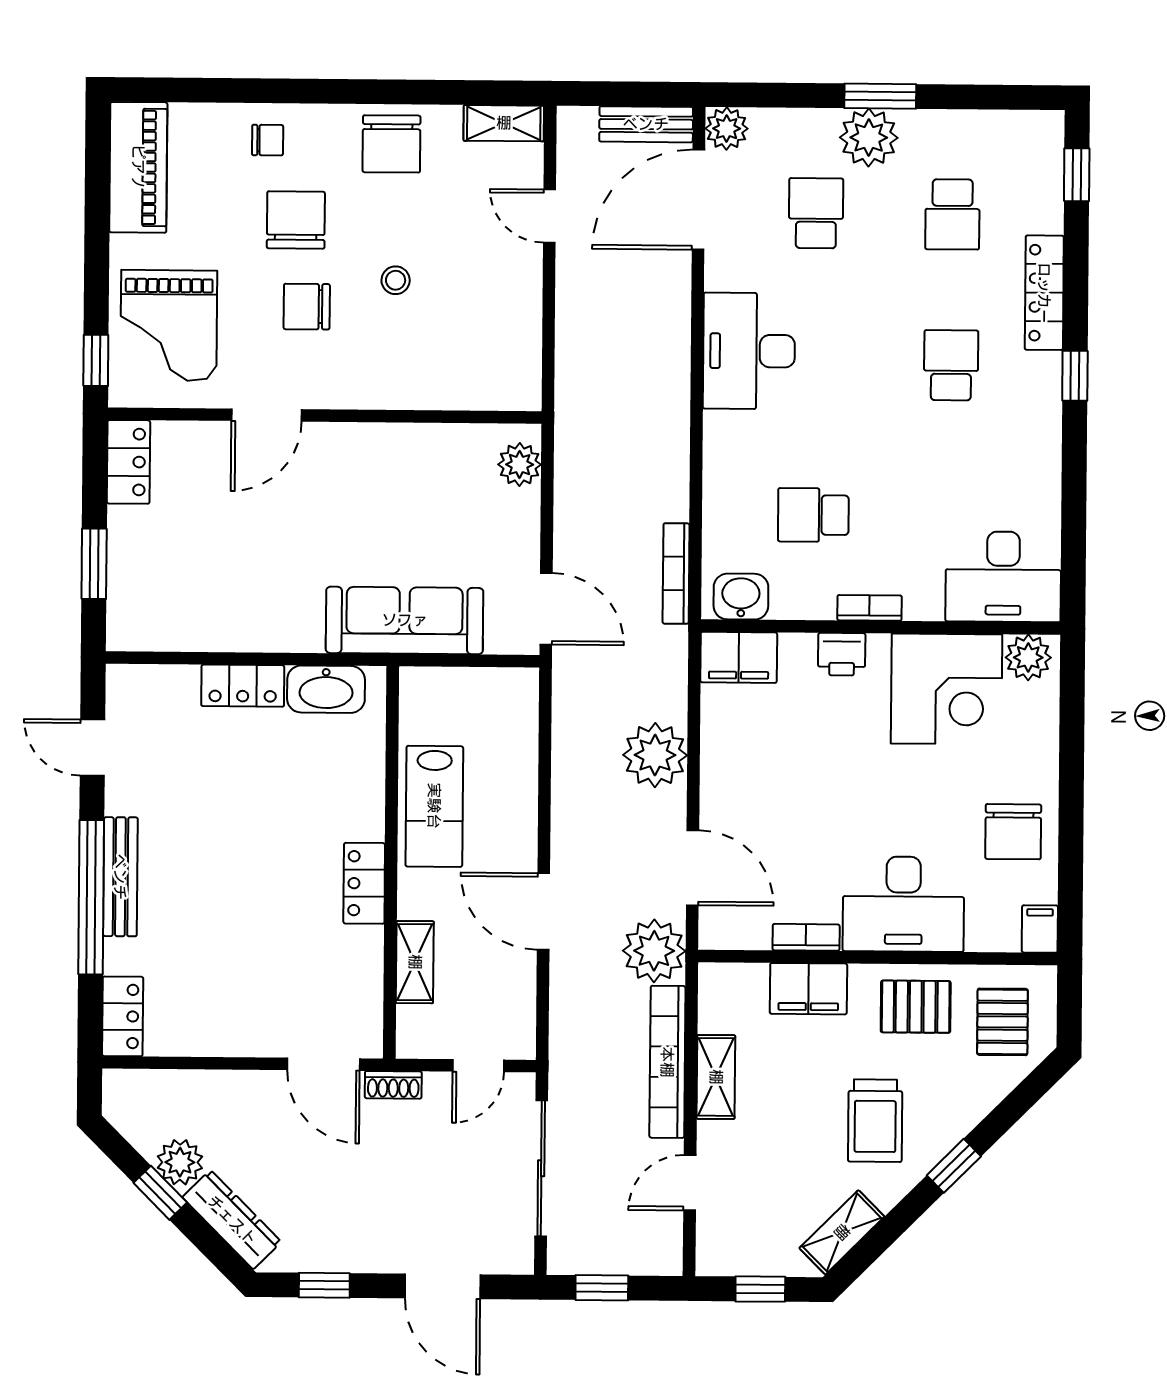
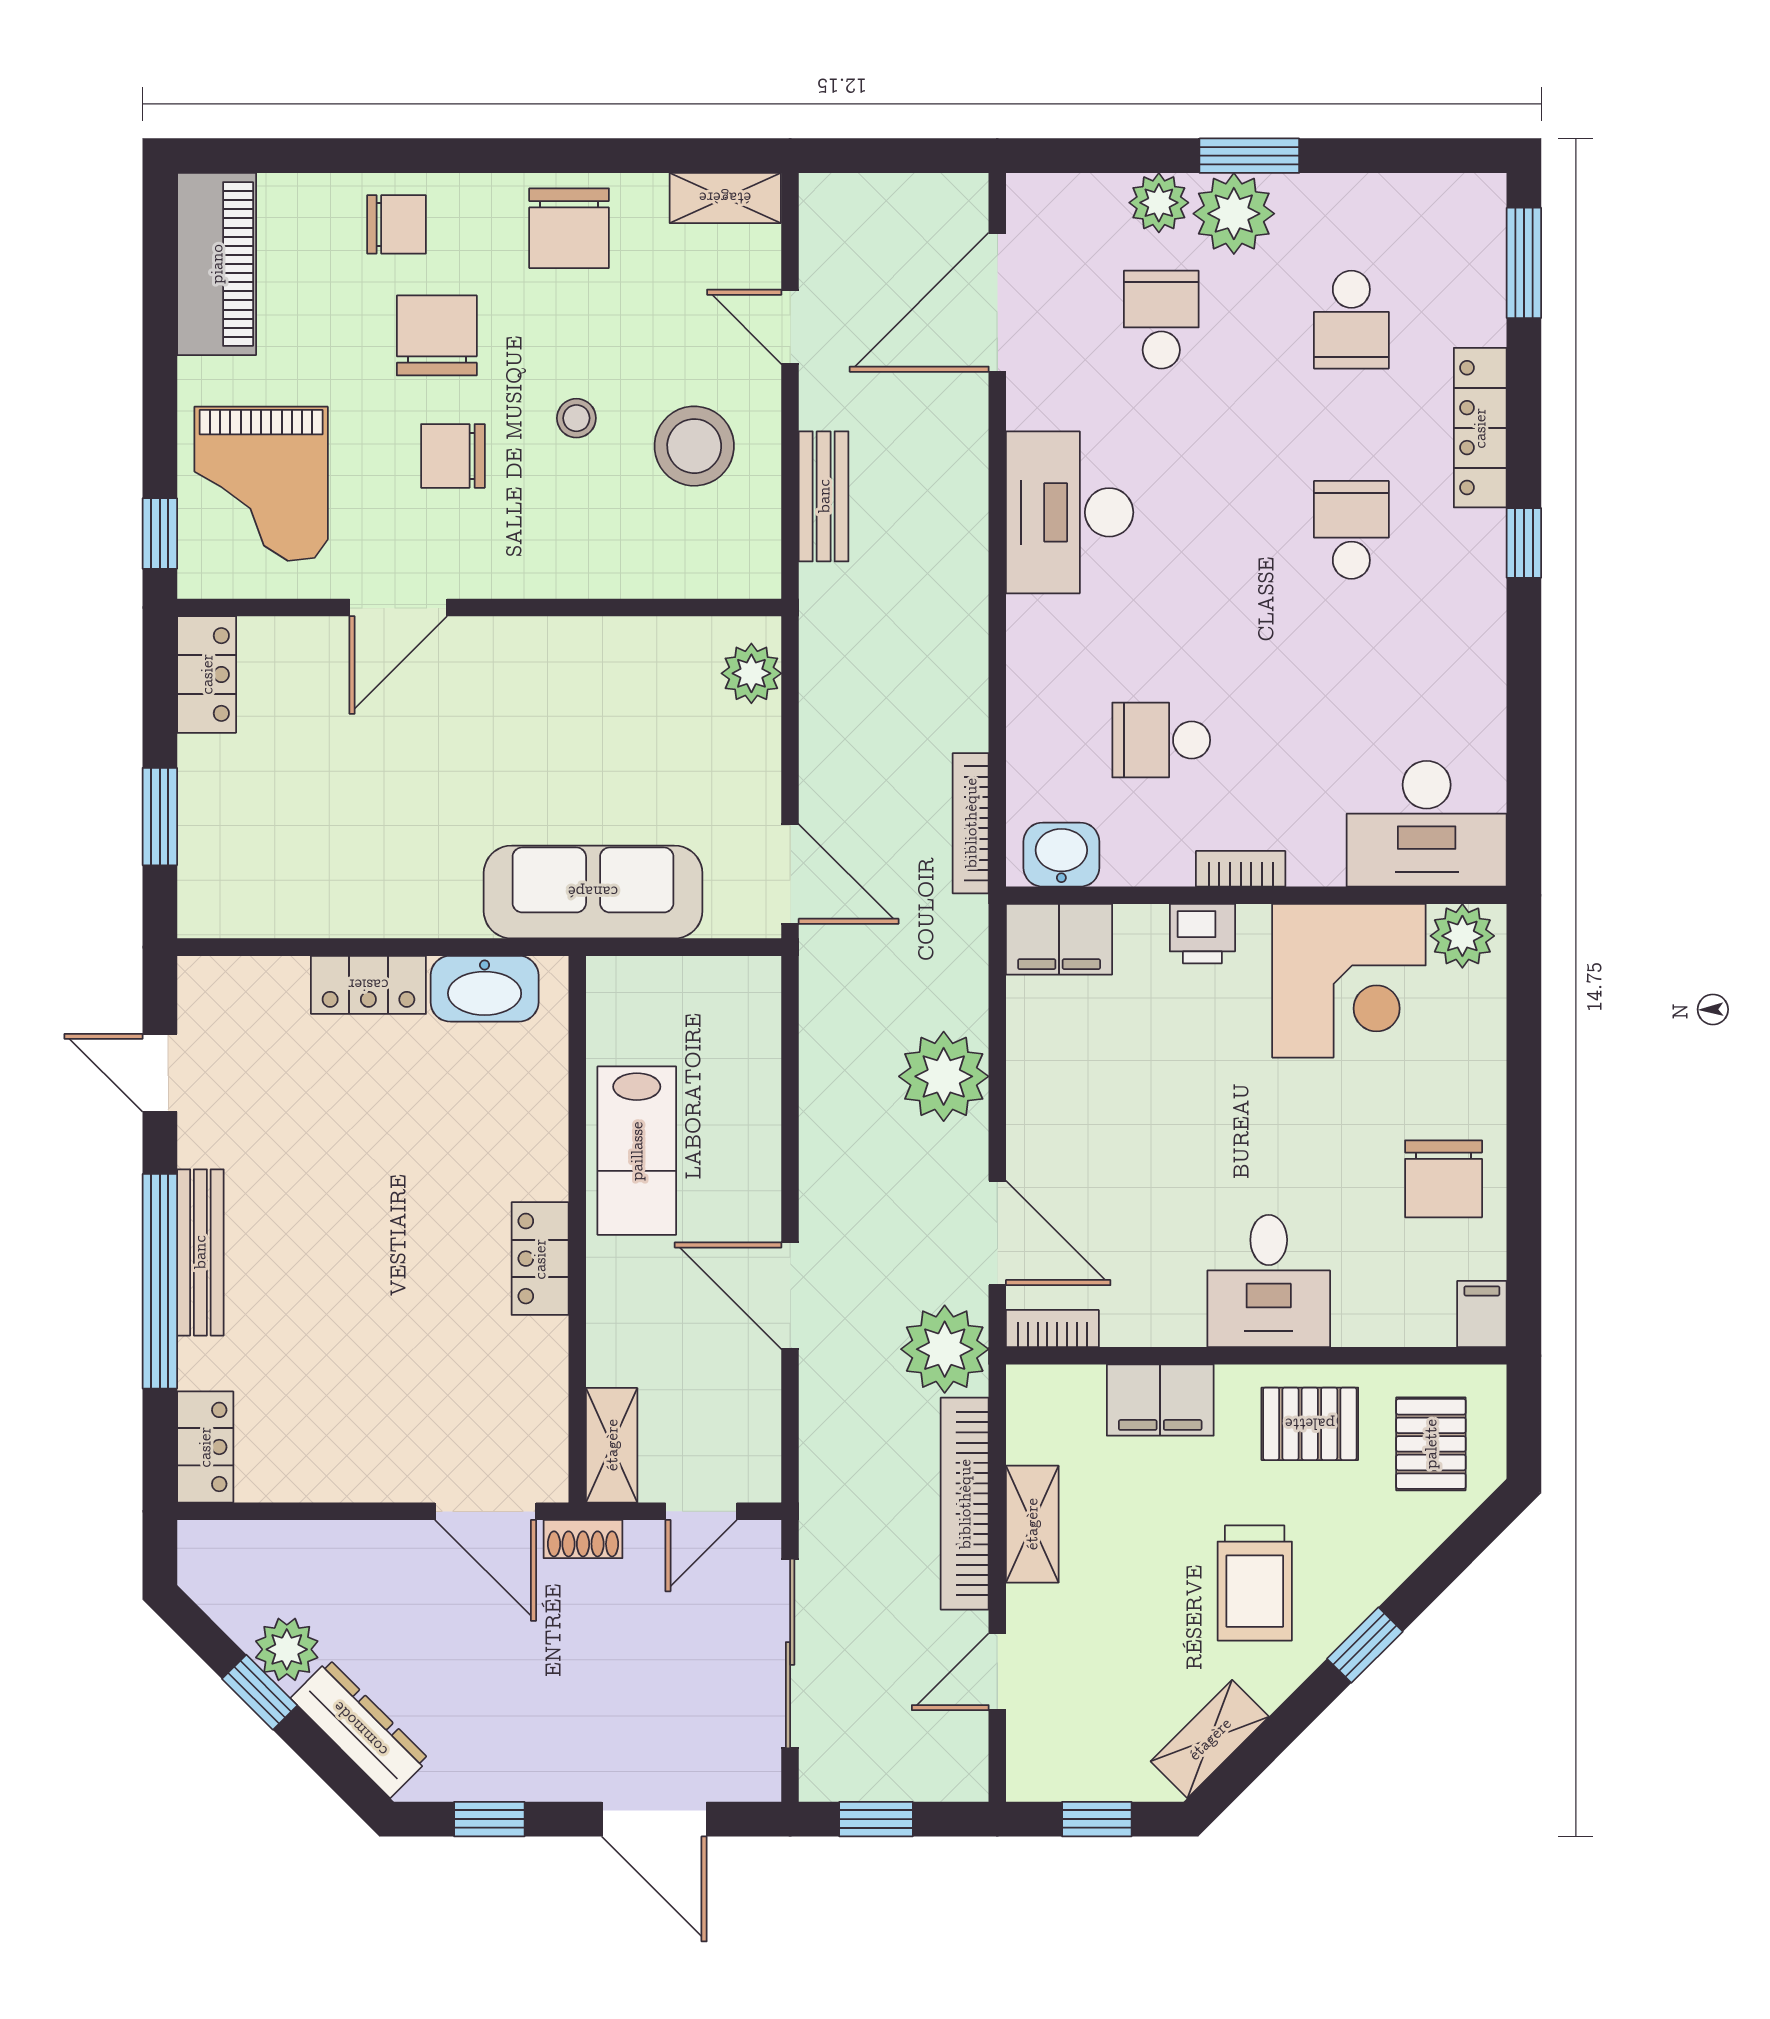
bench: (646, 124) -> (824, 496), moved, turned 90
plant: (727, 129) -> (1159, 203), moved
chair: (268, 140) -> (396, 224), width x1.37, depth x1.37
window: (1077, 175) -> (1524, 263), width x1.50
stool: (480, 301) -> (694, 446), added
desk: (903, 904) -> (1269, 1281), width x0.73
bookcase: (806, 937) -> (1052, 1329), moved
shelving: (415, 962) -> (612, 1445), moved

